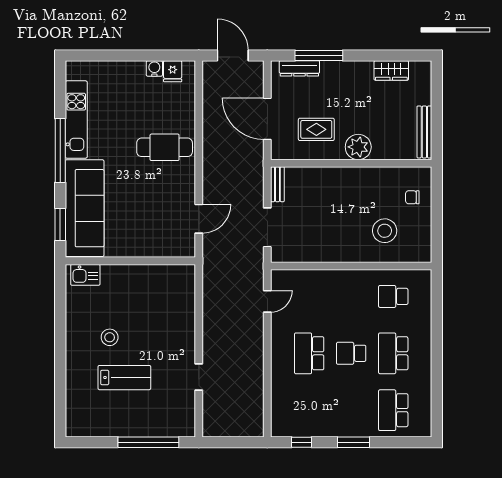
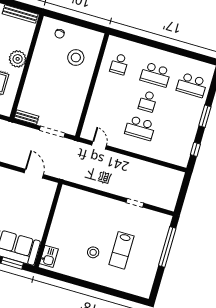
lab bench: (124, 378) -> (121, 250), turned 180

